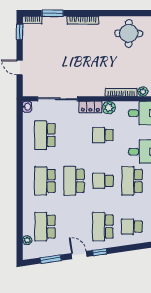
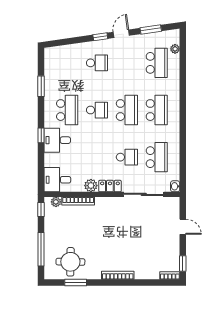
window: (53, 13) -> (76, 283), moved
school desk: (103, 135) -> (127, 157), moved
school desk: (103, 227) -> (97, 63), width x0.54
school desk: (132, 227) -> (67, 63), removed
door: (79, 255) -> (121, 34), swing flipped

